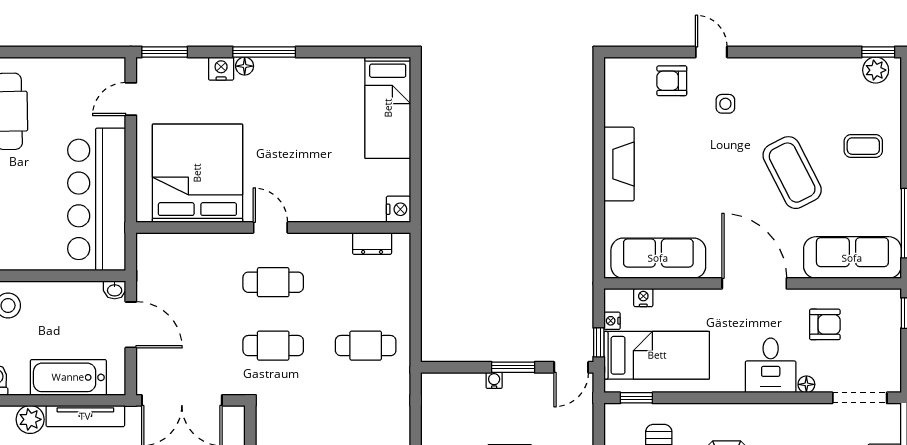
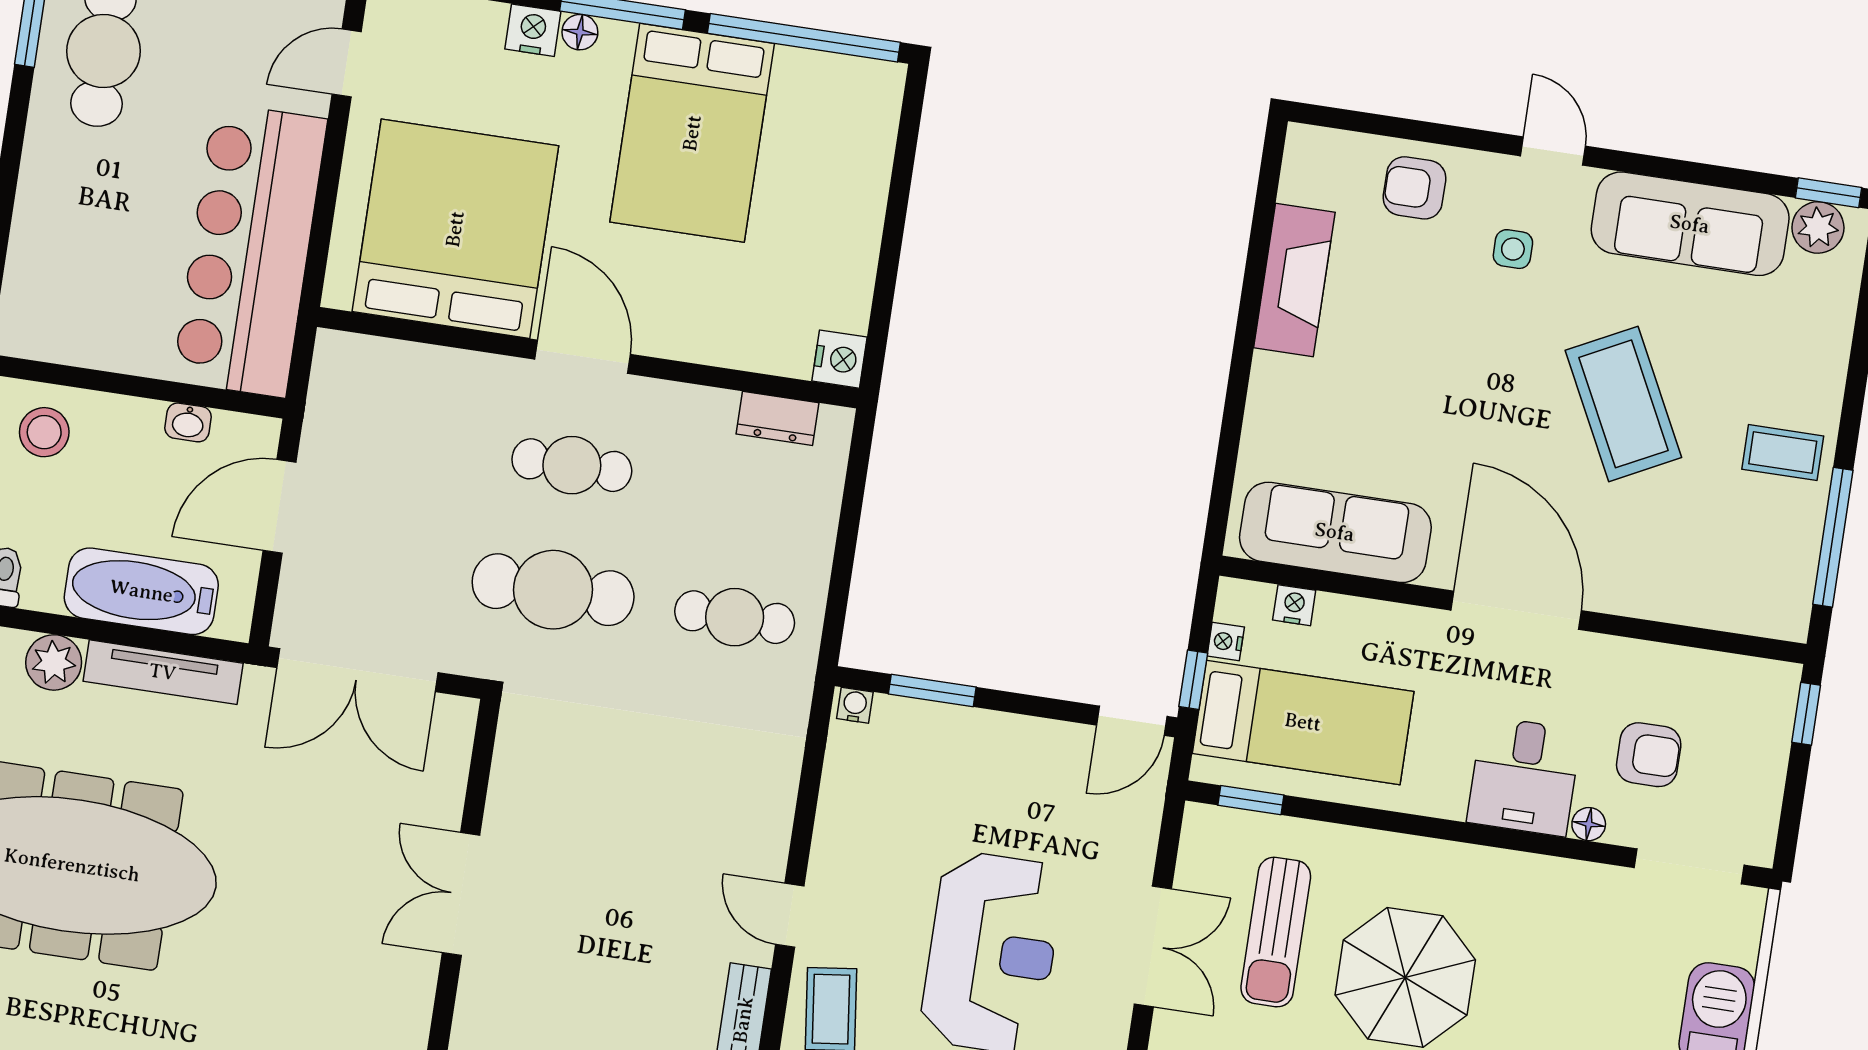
window: (357, 52) -> (804, 38), added
door: (711, 52) -> (1553, 151), moved
bed: (388, 108) -> (692, 133), moved, width x1.50
coffee table: (863, 146) -> (1783, 453), moved
fireplace: (619, 164) -> (1294, 280), moved
door: (270, 227) -> (583, 357), width x1.38
sofa: (852, 258) -> (1690, 224), moved, turned 180
washbasin: (115, 290) -> (188, 422), moved
armchair: (825, 324) -> (1649, 755), moved
door: (131, 325) -> (280, 506), swing flipped
cafe table: (273, 346) -> (553, 590), width x1.37, depth x1.35
window: (513, 367) -> (932, 691), moved
water cooler: (494, 380) -> (855, 705), moved

